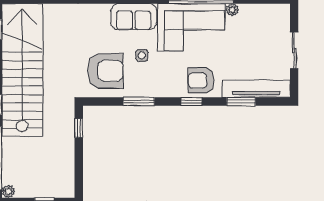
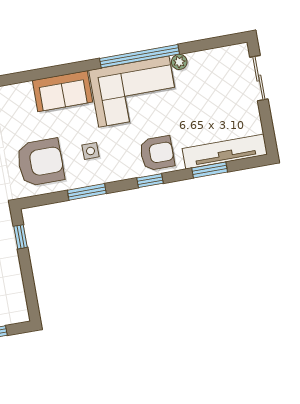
sliding door: (294, 50) -> (259, 78), moved
side table: (142, 55) -> (91, 151), moved
armchair: (201, 80) -> (157, 153), turned 180

